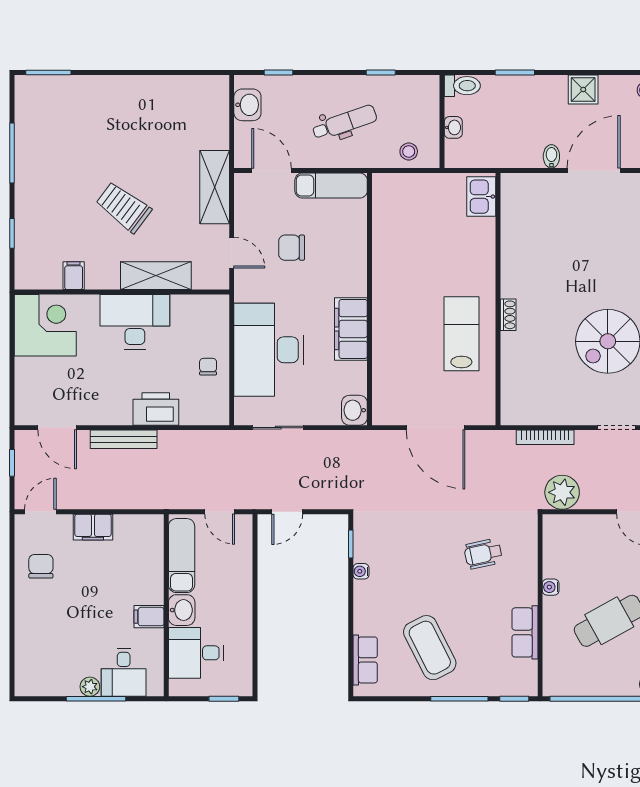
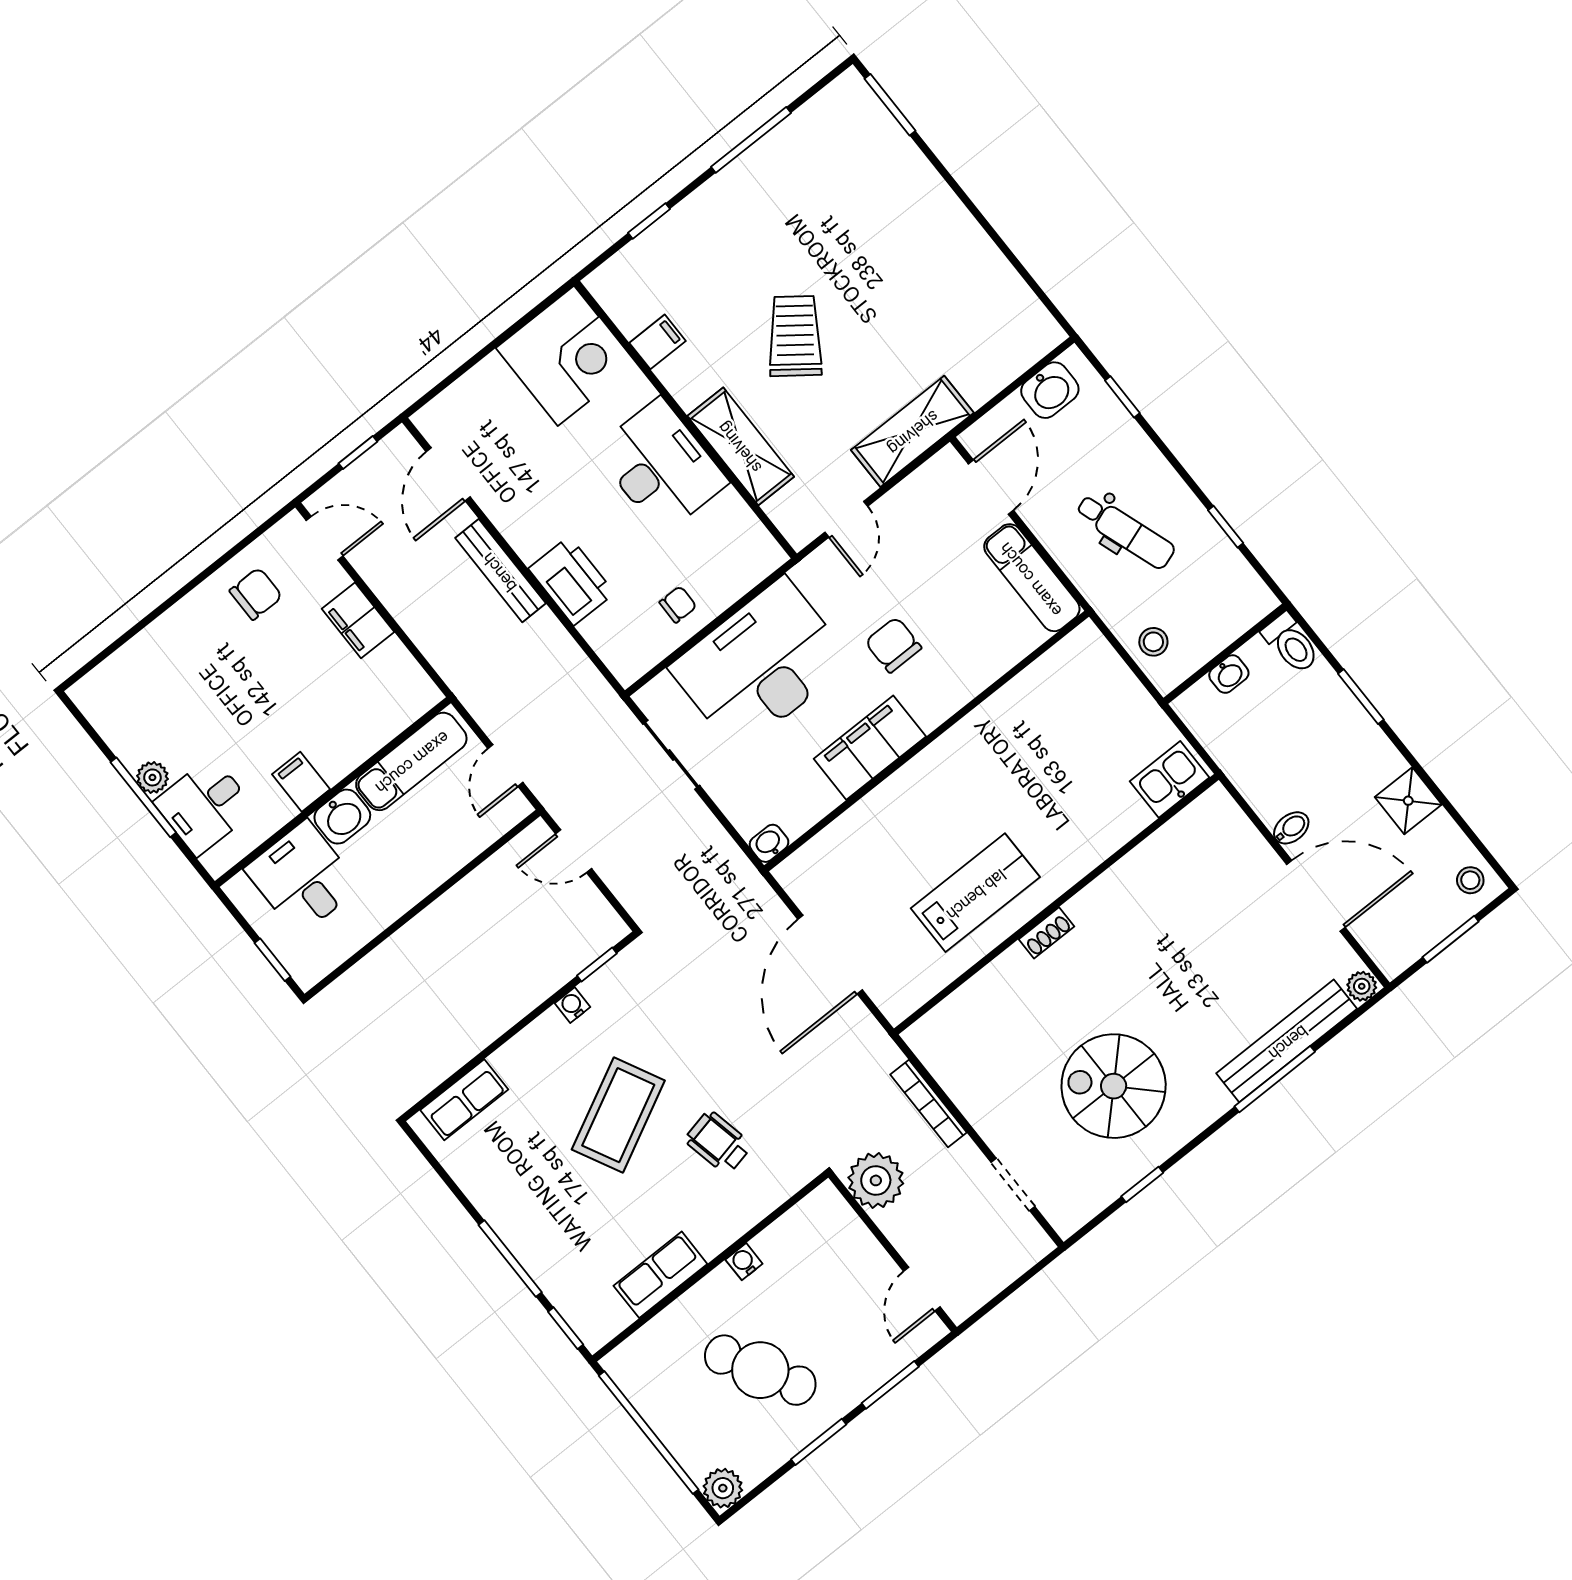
chair: (292, 248) -> (893, 645), moved
washbasin: (354, 410) -> (769, 843), width x0.72, depth x0.69
coffee table: (430, 648) -> (618, 1115), moved

